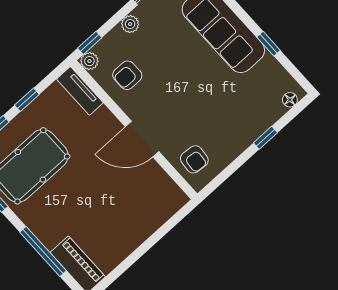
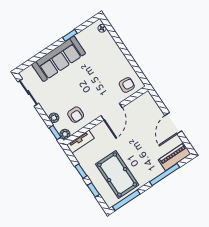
plant: (130, 24) -> (54, 118), moved
window: (265, 138) -> (121, 45), removed
door: (138, 254) -> (173, 123), added

